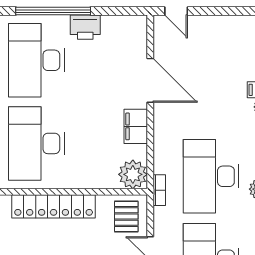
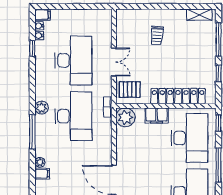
filing cabinet: (136, 126) -> (157, 116), moved, turned 90
pallet: (126, 217) -> (130, 89), turned 90

